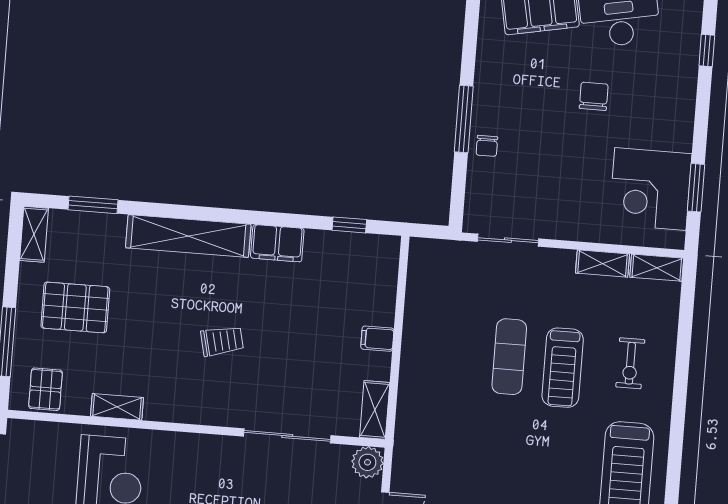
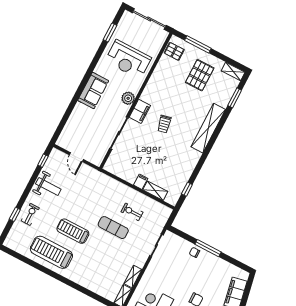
filing cabinet: (277, 243) -> (140, 111), moved, turned 180
exercise bike: (630, 363) -> (132, 212), moved
treadmill: (563, 368) -> (73, 231), moved
shelving: (117, 407) -> (156, 75), removed
shelving: (375, 410) -> (155, 191), moved
plant: (367, 462) -> (128, 98), moved

